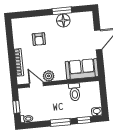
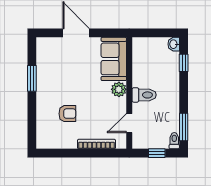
floor lamp: (63, 20) -> (45, 78), removed
plant: (49, 76) -> (119, 89), moved
toilet: (75, 92) -> (144, 95), moved
window: (60, 122) -> (184, 127), moved

